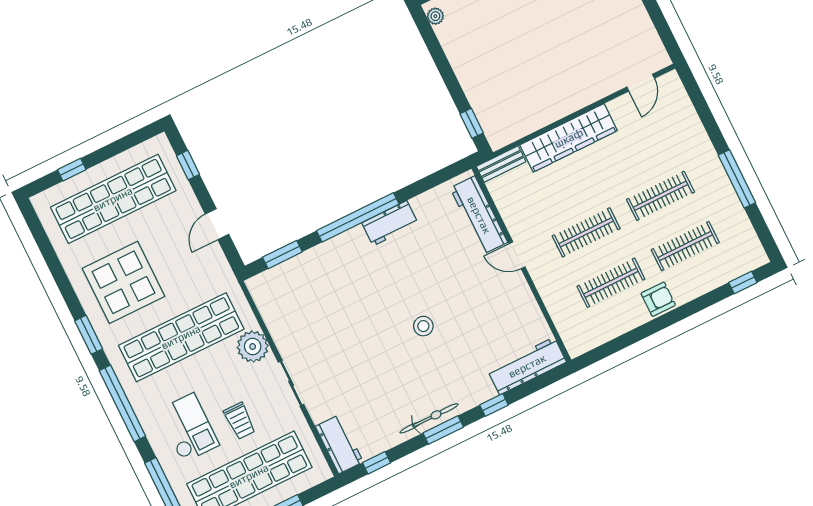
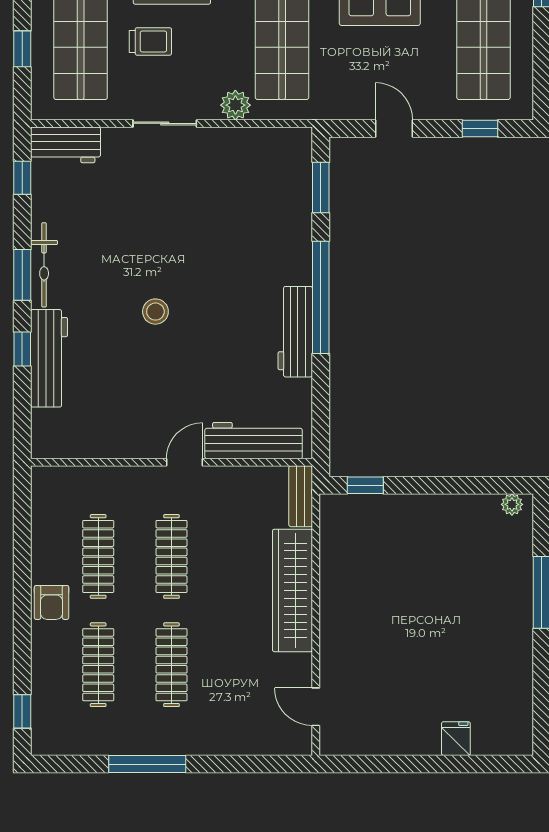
workbench: (390, 223) -> (295, 332), width x1.38
plant: (253, 347) -> (235, 105), width x0.73, depth x0.73
workbench: (527, 366) -> (49, 358), moved
trolley: (240, 421) -> (150, 41), turned 180

